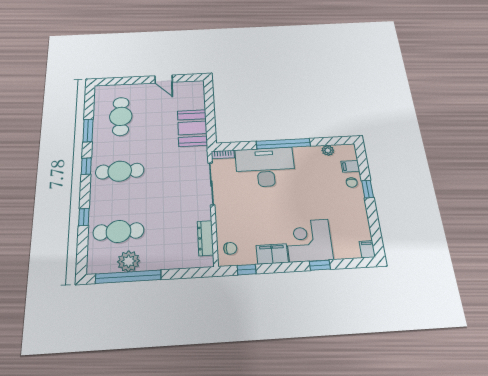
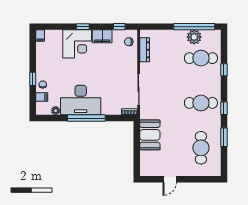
door: (164, 79) -> (170, 179), swing flipped
desk: (265, 167) -> (81, 100), moved
window: (320, 265) -> (83, 27), moved

